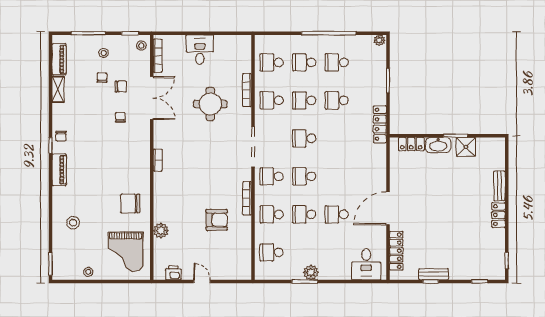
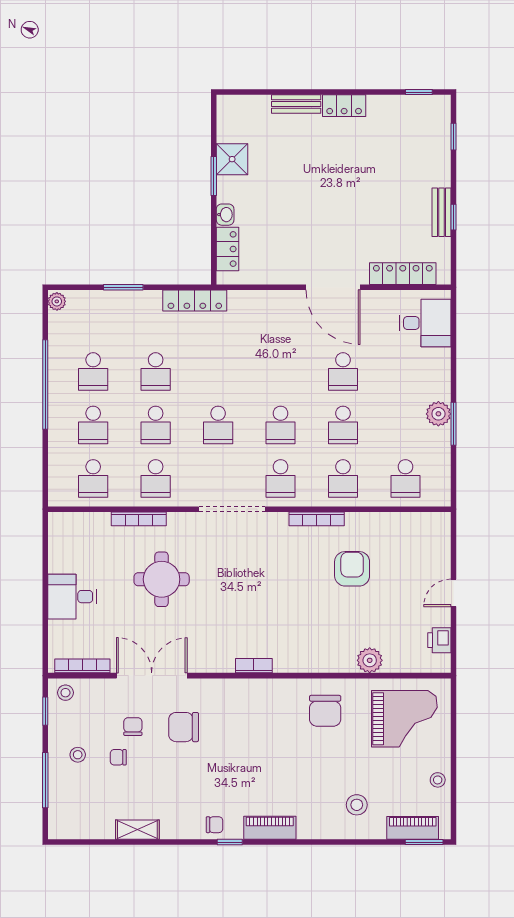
piano: (59, 59) -> (413, 828), moved
chair: (120, 117) -> (184, 727), width x1.87, depth x1.87
washbasin: (438, 145) -> (225, 215), width x0.52, depth x0.69

